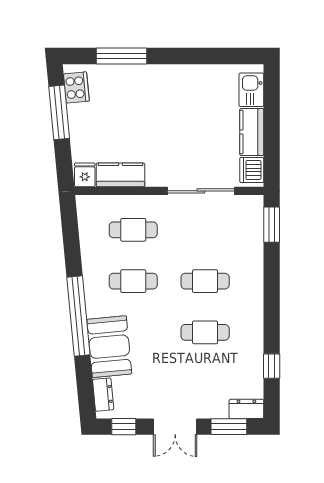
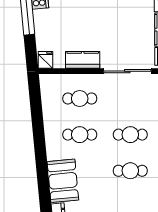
kitchen counter: (120, 175) -> (83, 60), moved
window: (78, 316) -> (41, 159), removed

